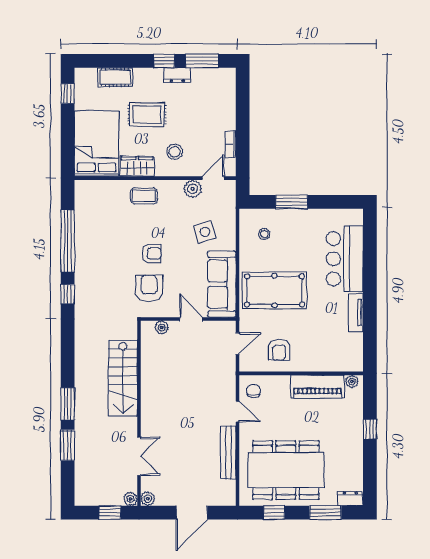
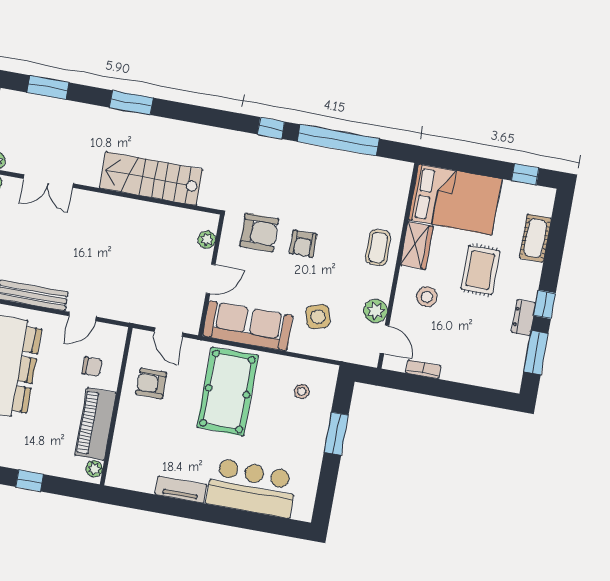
chair: (253, 391) -> (92, 367), moved
window: (68, 445) -> (48, 87), moved

